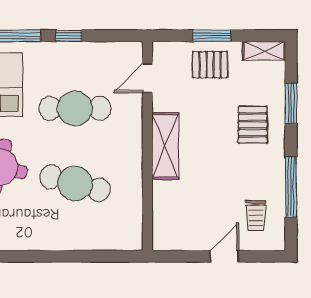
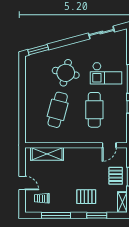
door: (147, 78) -> (109, 145), swing flipped
shelving: (165, 146) -> (47, 154), moved

